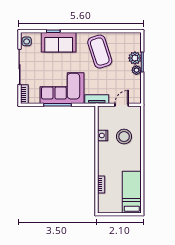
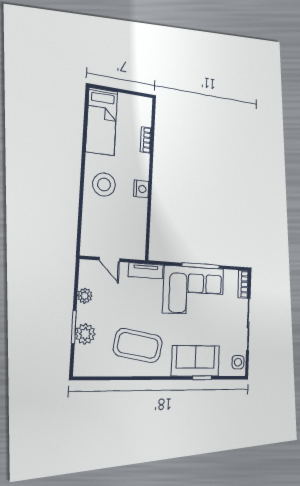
coffee table: (100, 52) -> (138, 346), turned -62
plant: (136, 70) -> (85, 296), moved
door: (122, 105) -> (110, 259), hinge flipped
nightstand: (103, 135) -> (141, 189), moved
stool: (124, 137) -> (104, 185), moved

